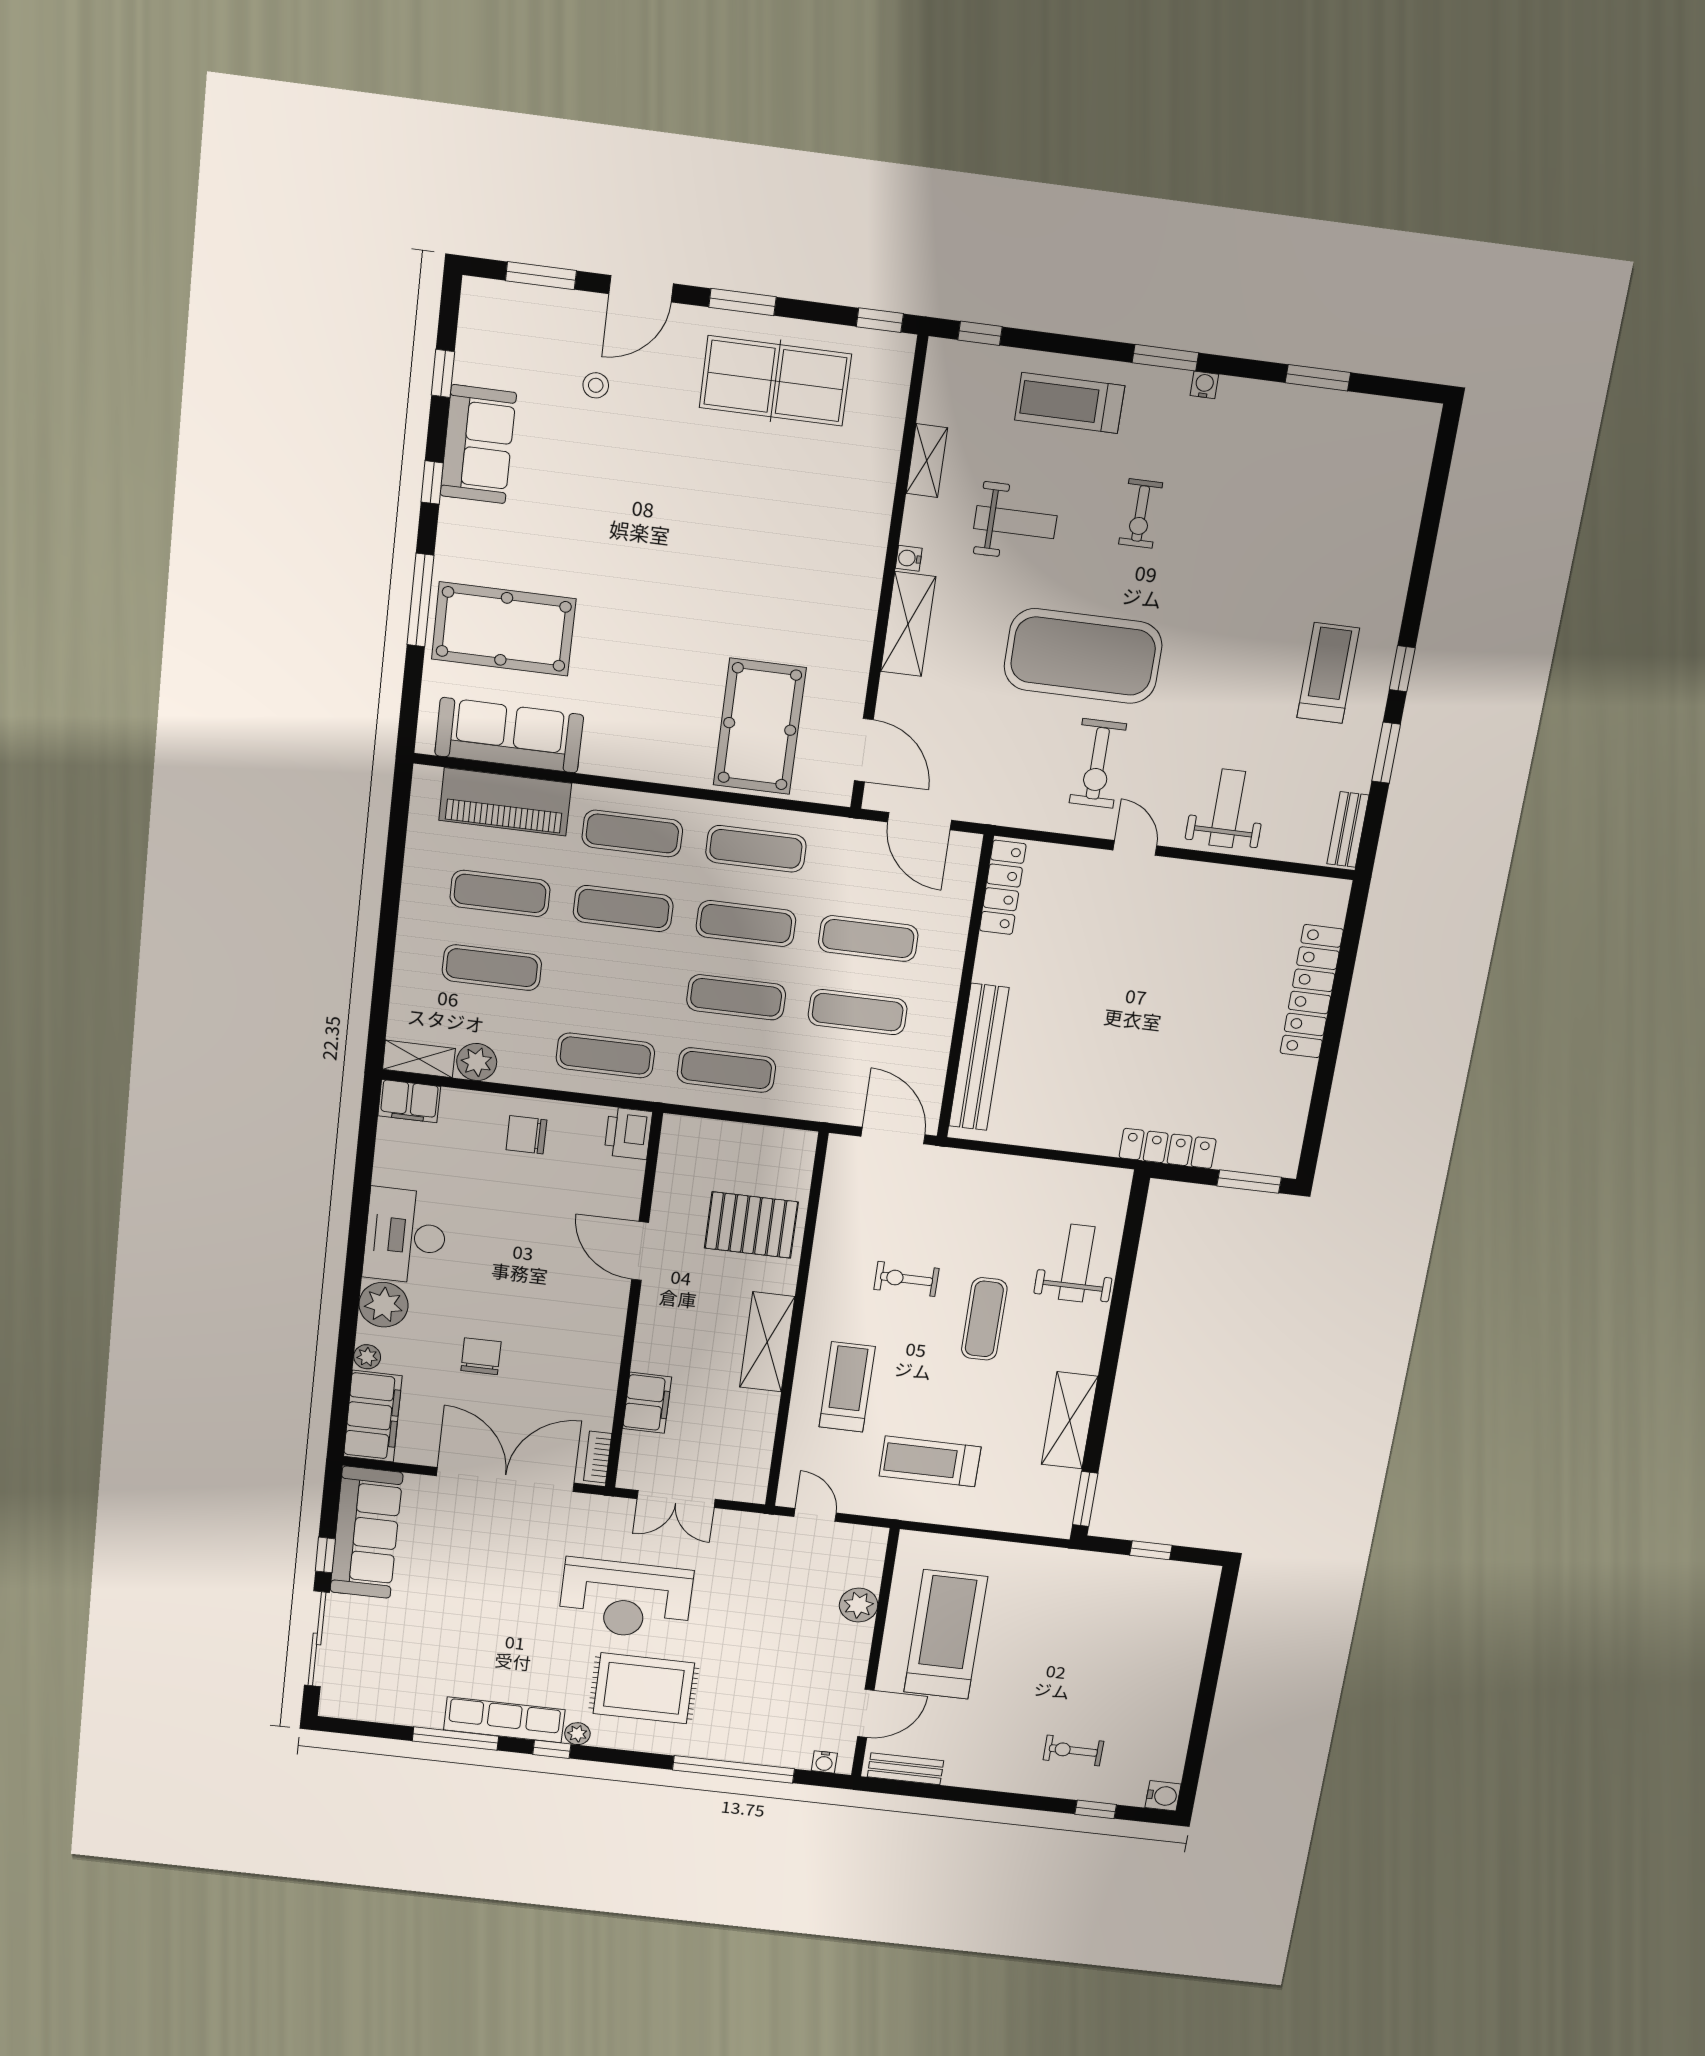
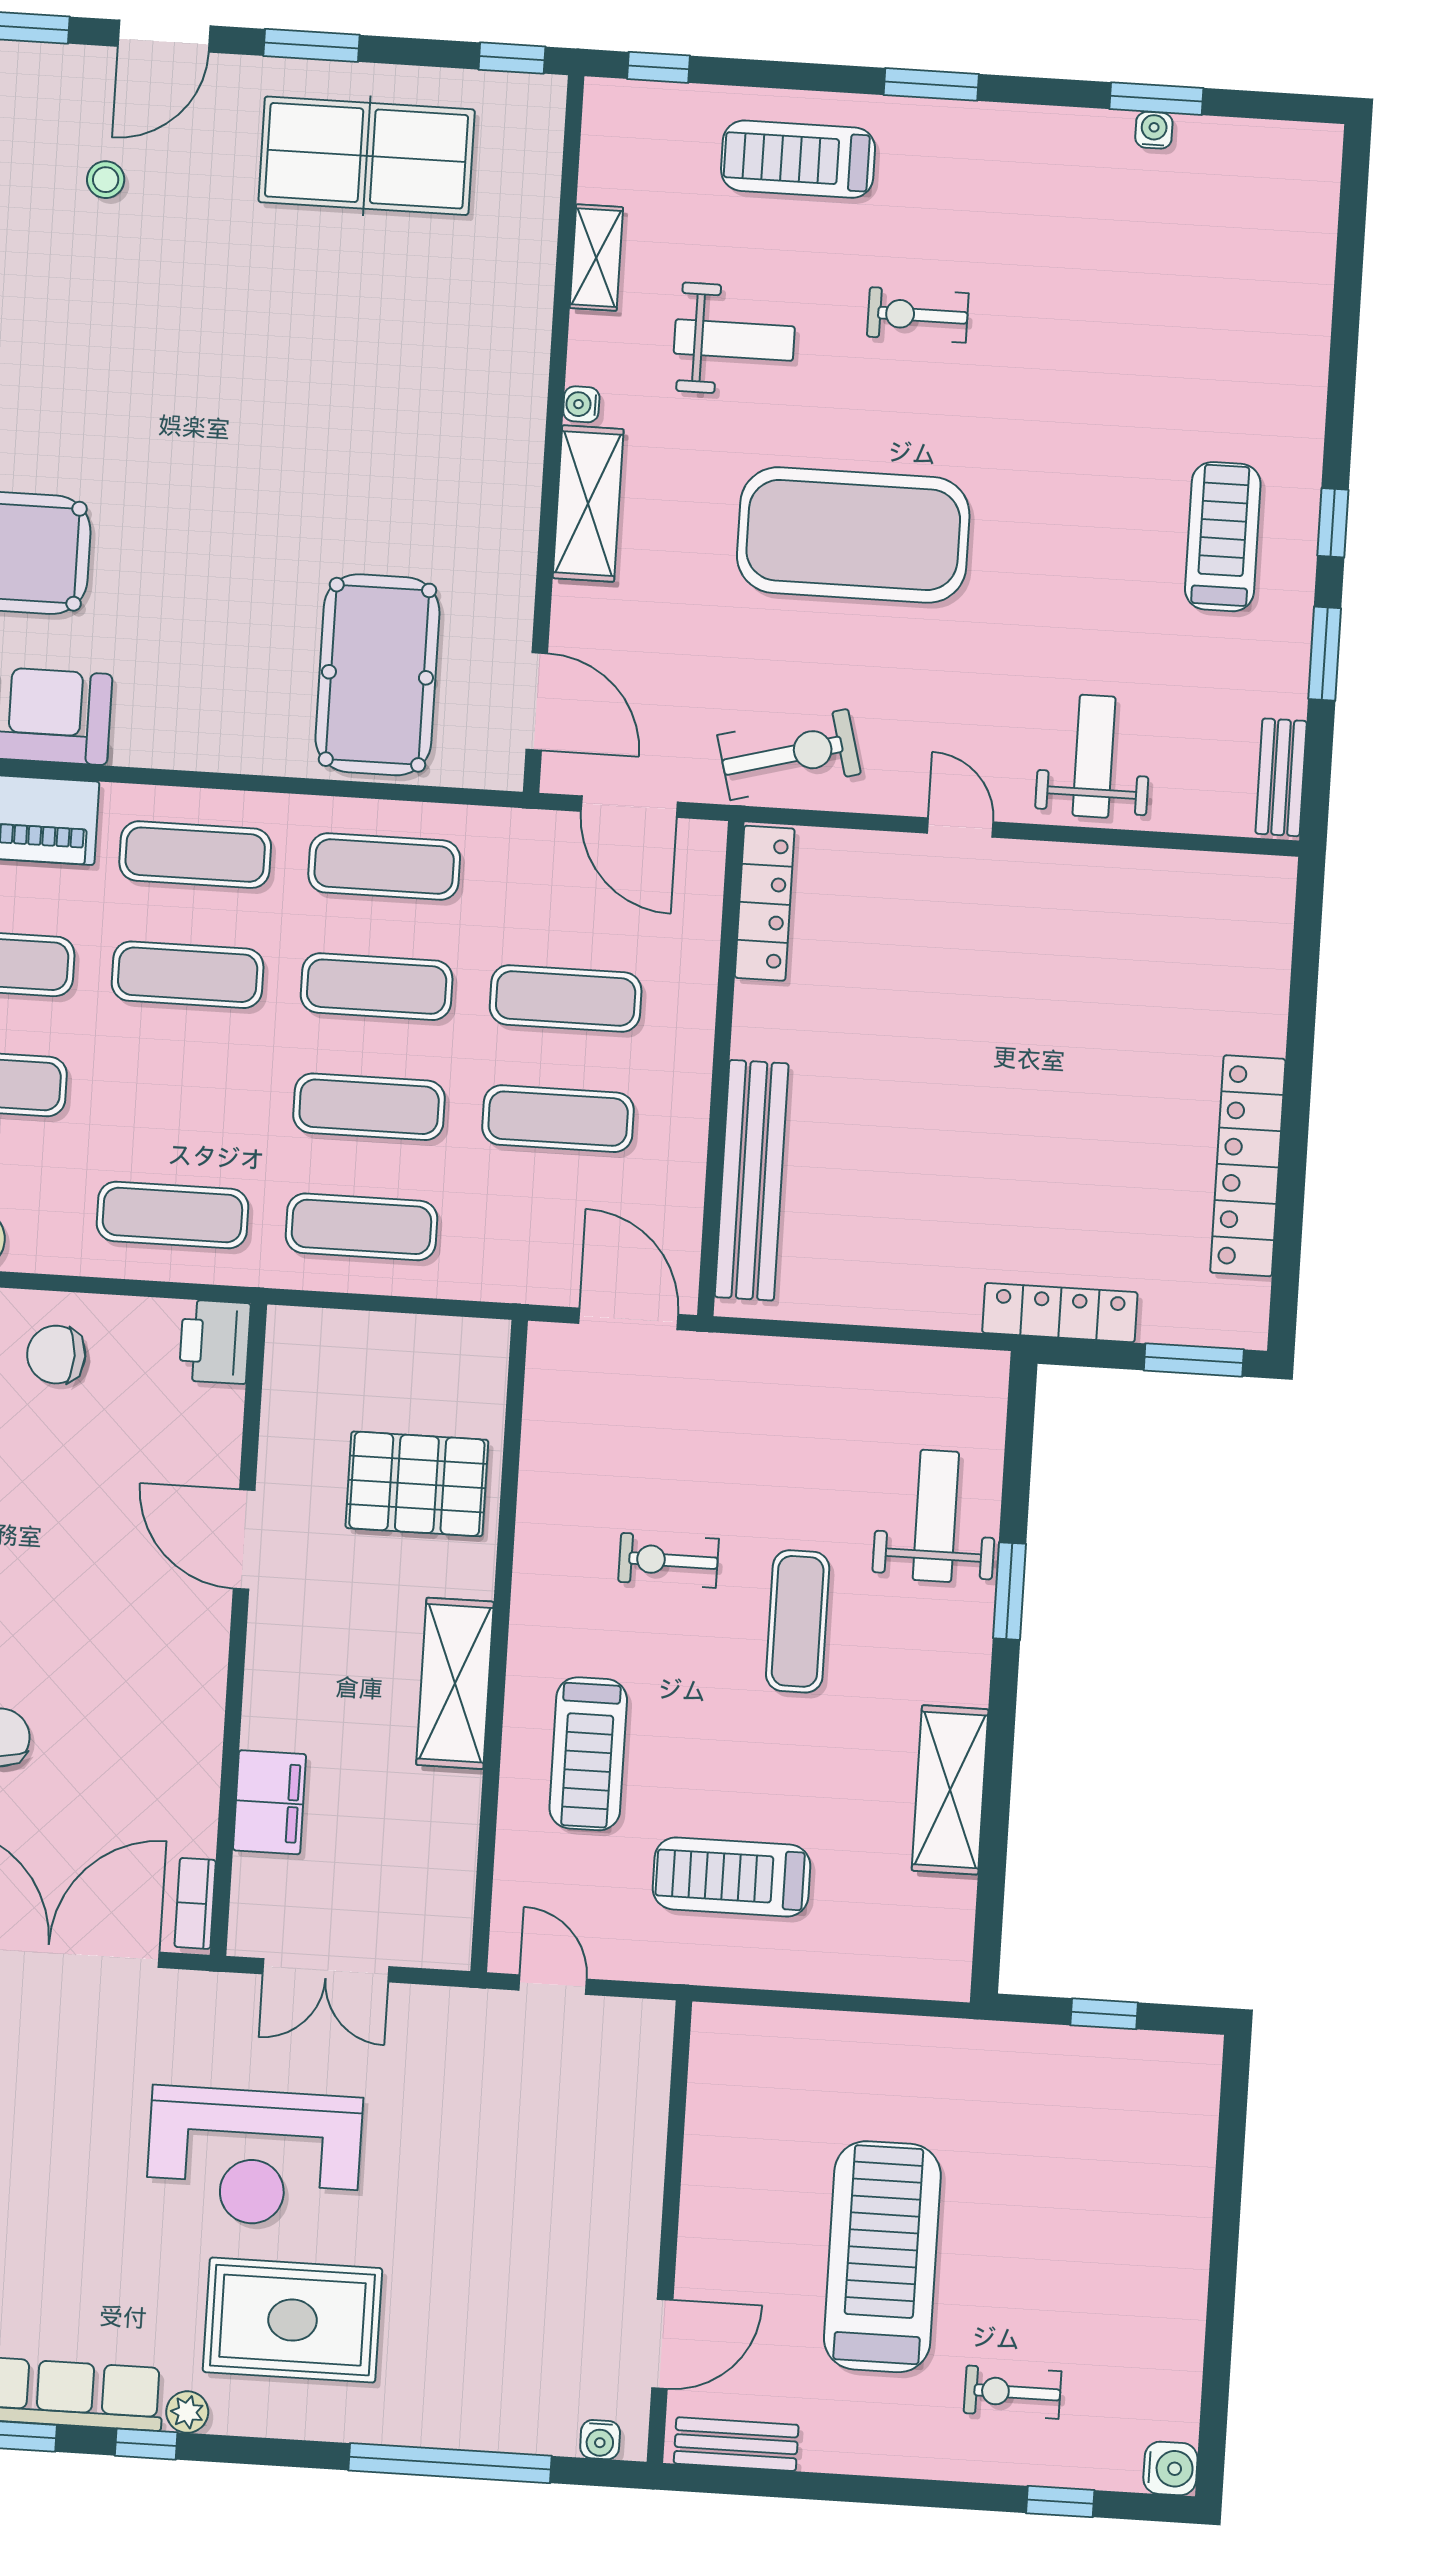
water cooler: (1204, 385) -> (1154, 130), moved
exercise bike: (1141, 514) -> (918, 315), turned 90
exercise bike: (1098, 763) -> (789, 754), moved, turned -105
locker: (1312, 991) -> (1248, 1166), moved
treadmill: (847, 1387) -> (588, 1754), turned 180
window: (1085, 1499) -> (1009, 1591), moved
plant: (859, 1605) -> (635, 2144), removed
treadmill: (946, 1635) -> (882, 2257), moved

